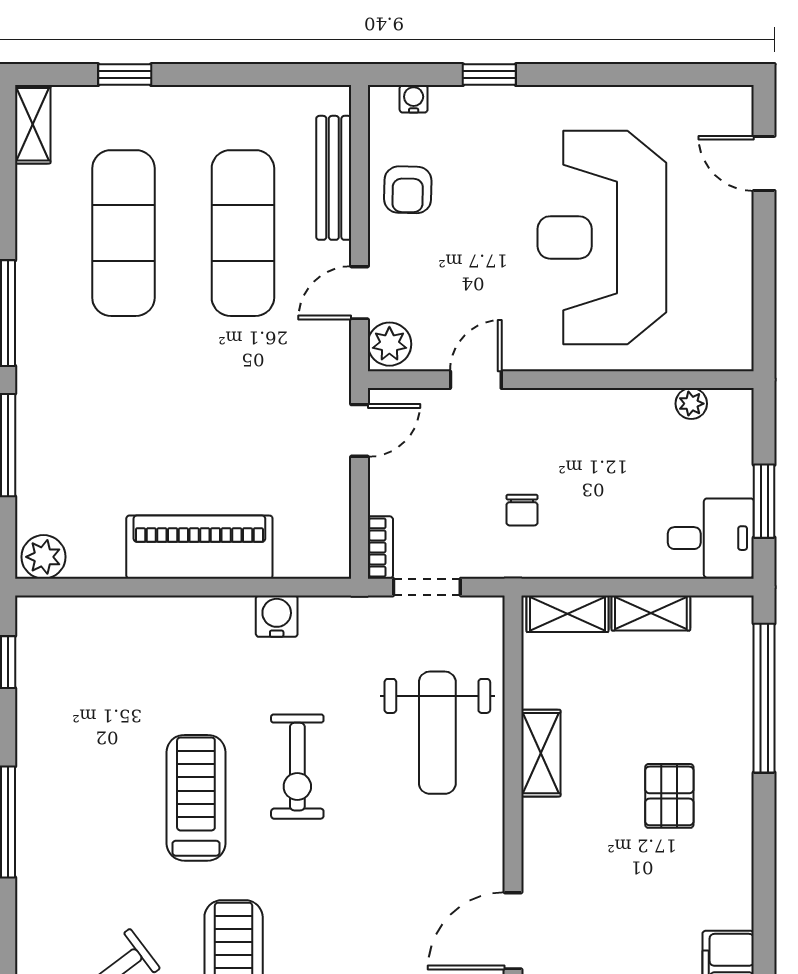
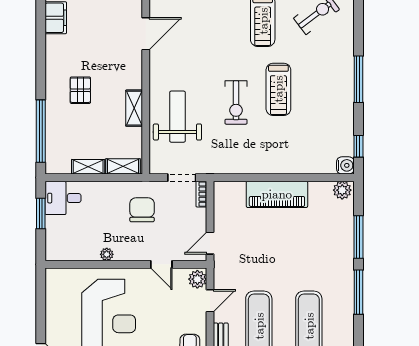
door: (476, 380) -> (161, 264), hinge flipped
plant: (691, 404) -> (107, 254), moved
chair: (522, 510) -> (142, 210), width x1.87, depth x1.87
water cooler: (277, 616) -> (345, 165), moved, turned -90
exercise bike: (297, 767) -> (236, 102), turned 180

